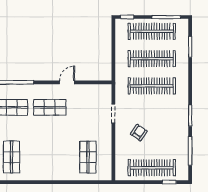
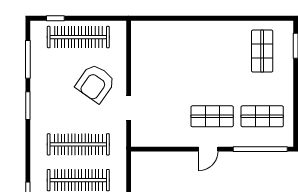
door: (67, 82) -> (208, 149), moved
armchair: (139, 133) -> (95, 83), width x1.88, depth x1.88
shop shelf: (88, 157) -> (162, 51), removed

